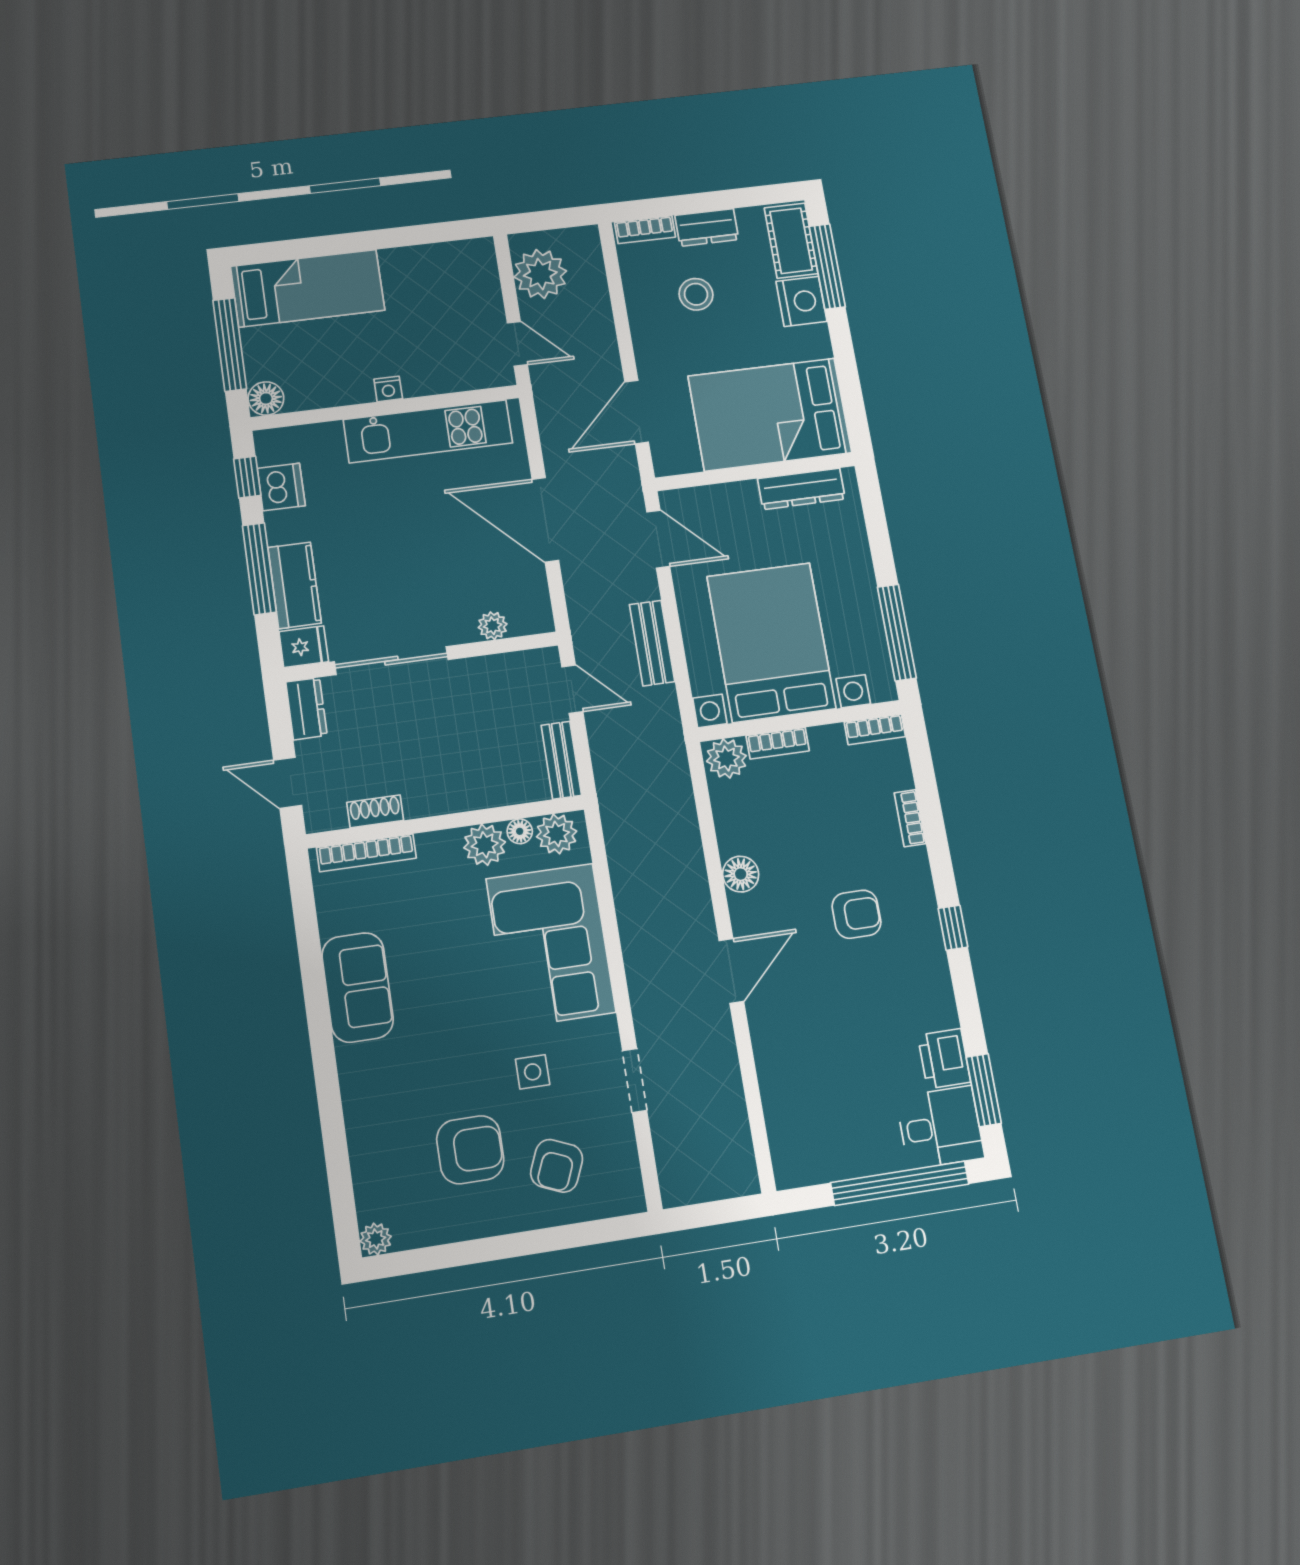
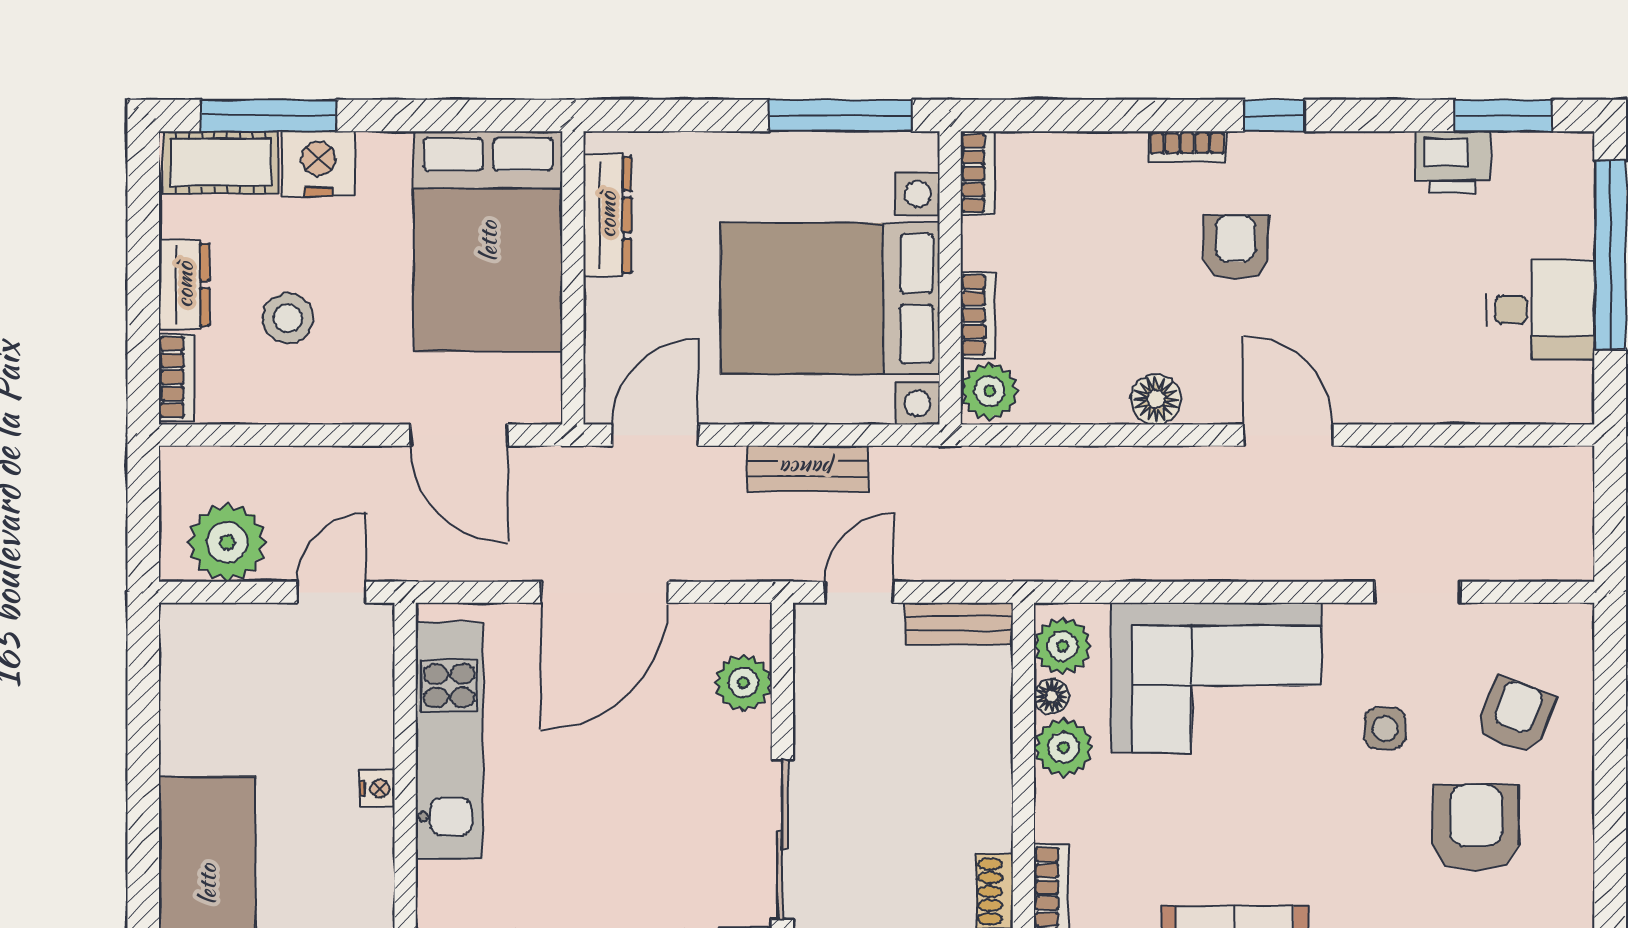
plant: (493, 626) -> (743, 683), width x1.38, depth x1.38
bookcase: (910, 818) -> (1187, 147), moved
desk: (940, 1127) -> (1540, 310), moved, turned 90
armchair: (557, 1166) -> (1515, 715), turned -91

